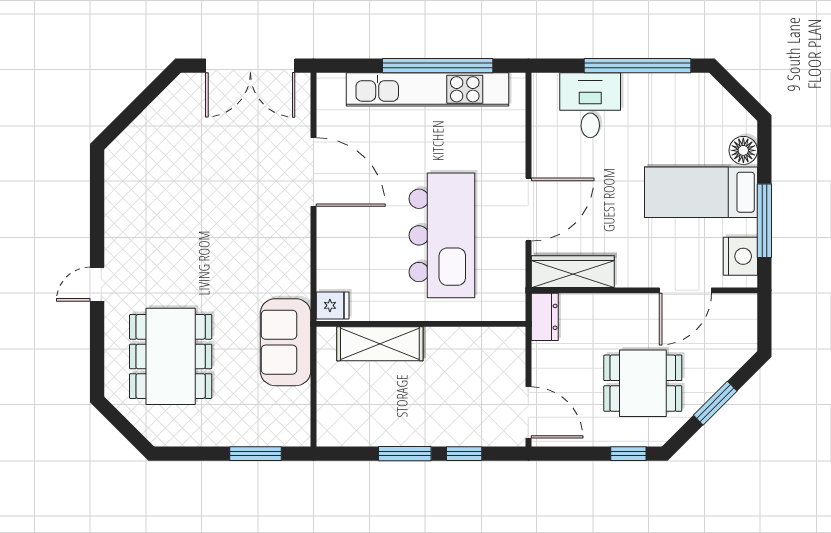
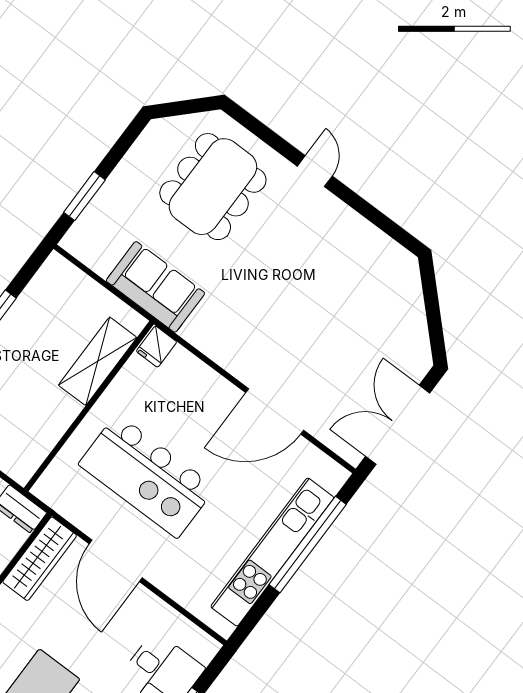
window: (438, 66) -> (308, 544), moved
dining table: (171, 356) -> (213, 187), turned 90

